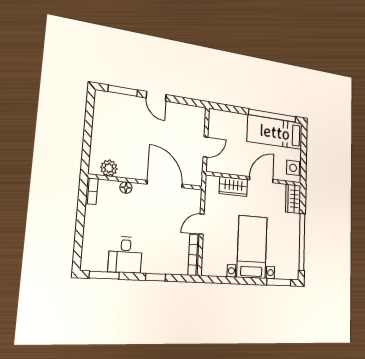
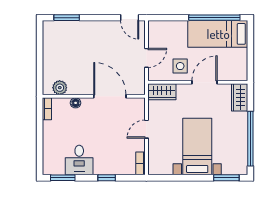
door: (156, 96) -> (130, 18), moved
side table: (293, 168) -> (180, 66), moved
wardrobe: (233, 187) -> (162, 92), moved
bookcase: (194, 255) -> (140, 163), width x0.64

